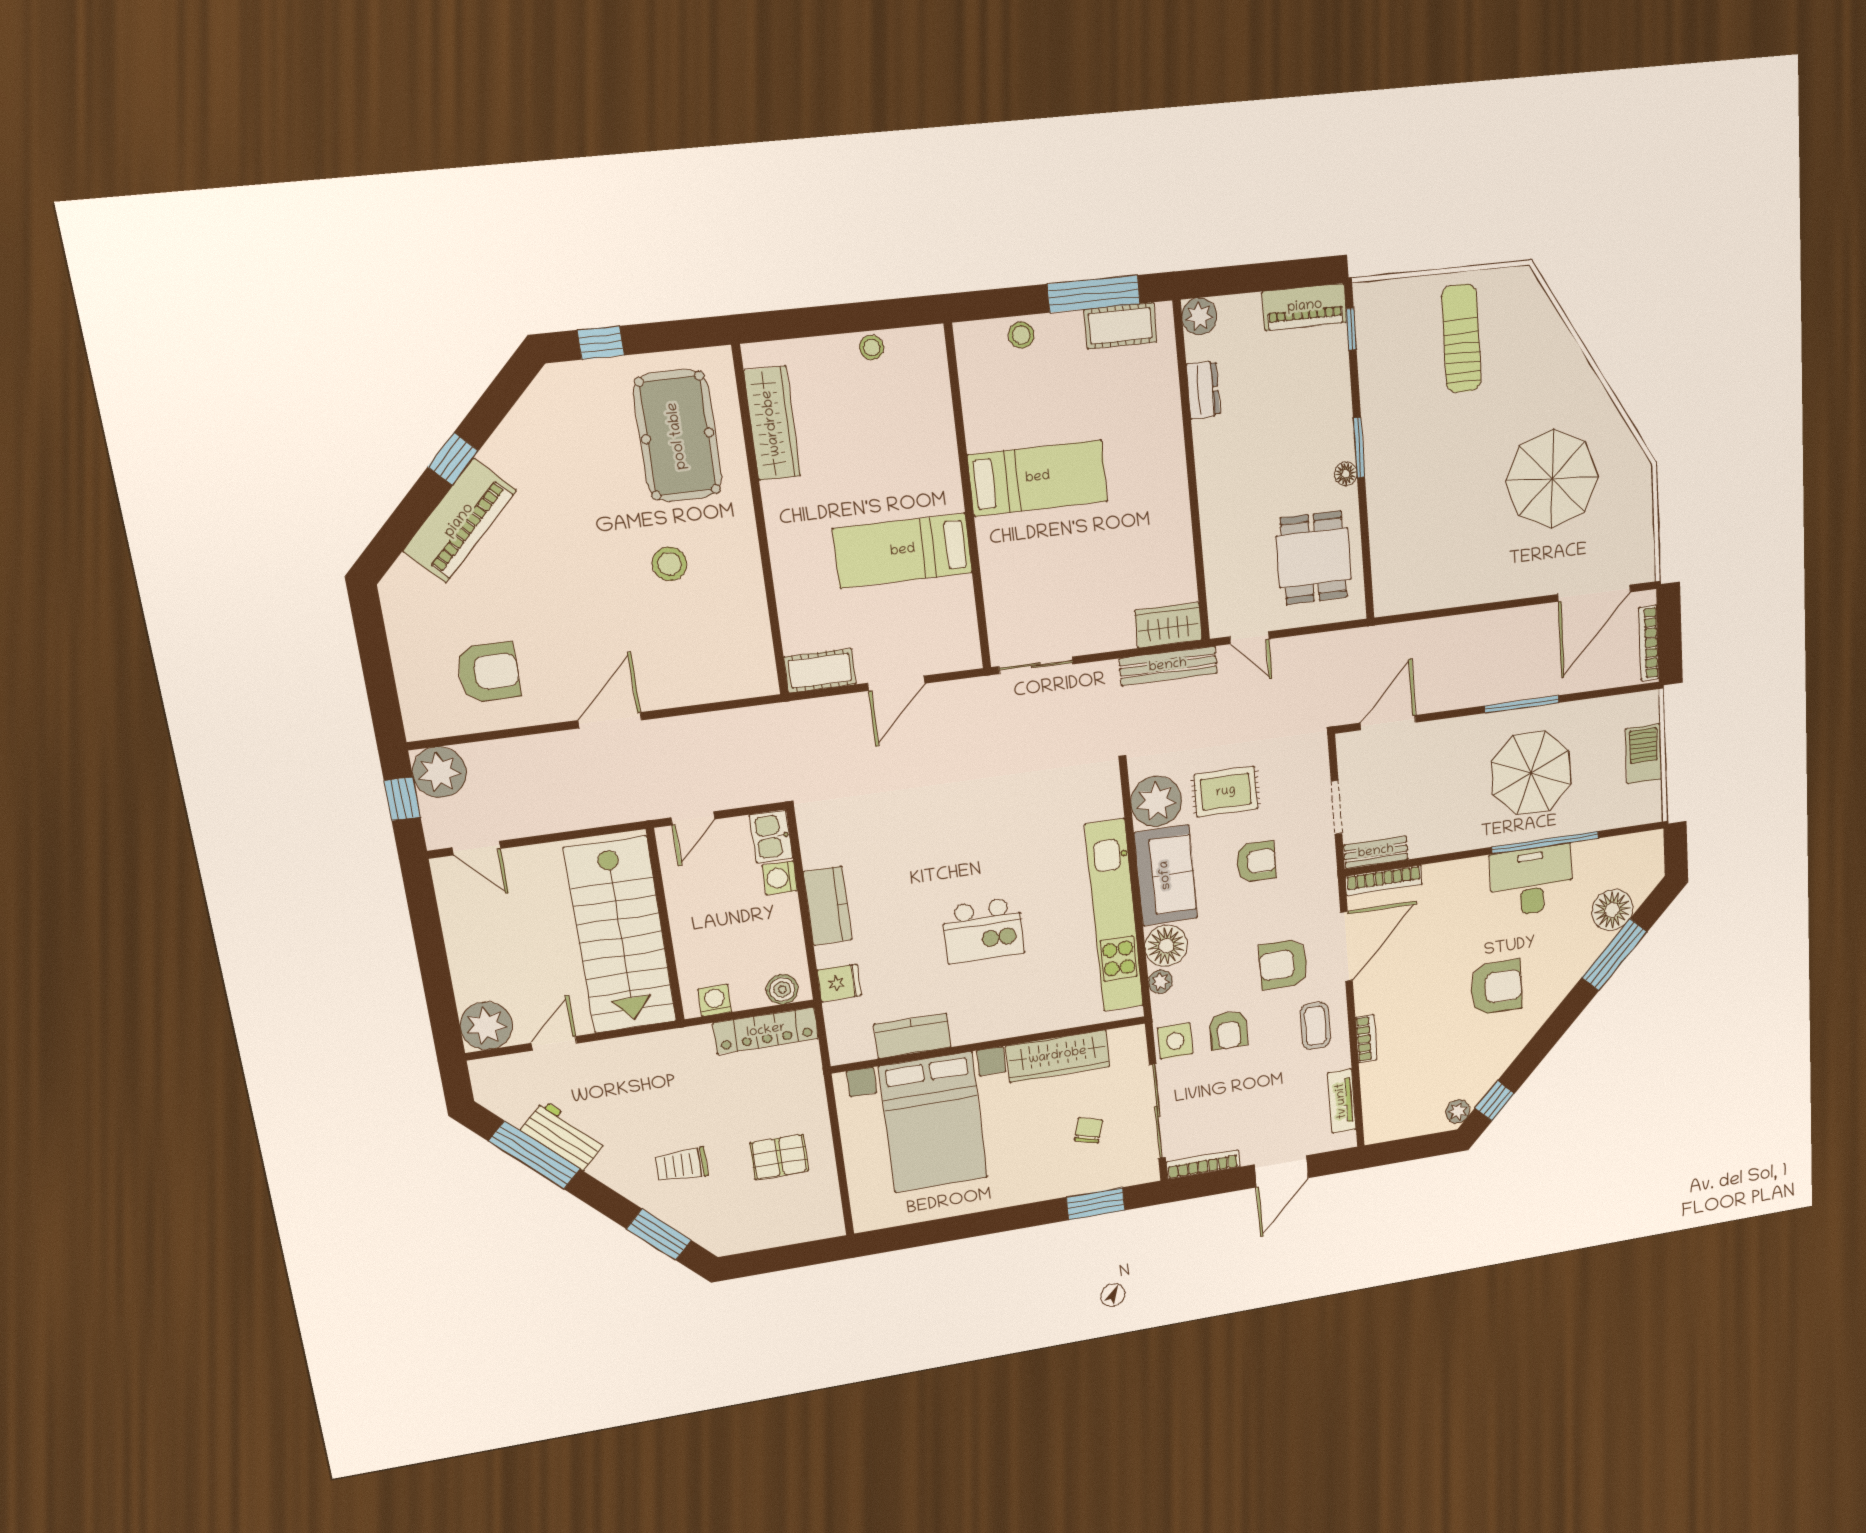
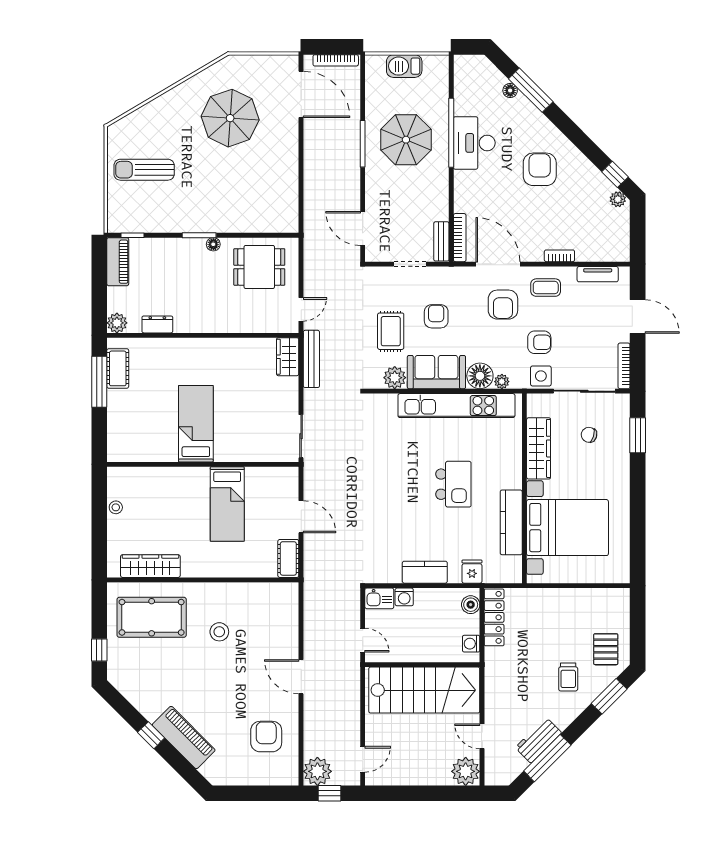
stool: (1021, 335) -> (117, 425), removed
plant: (1156, 801) -> (395, 378), width x0.73, depth x0.73
floor lamp: (1612, 910) -> (510, 90), width x0.53, depth x0.53
kitchen counter: (913, 1036) -> (511, 522), width x1.50
pallet: (779, 1157) -> (606, 649), moved

